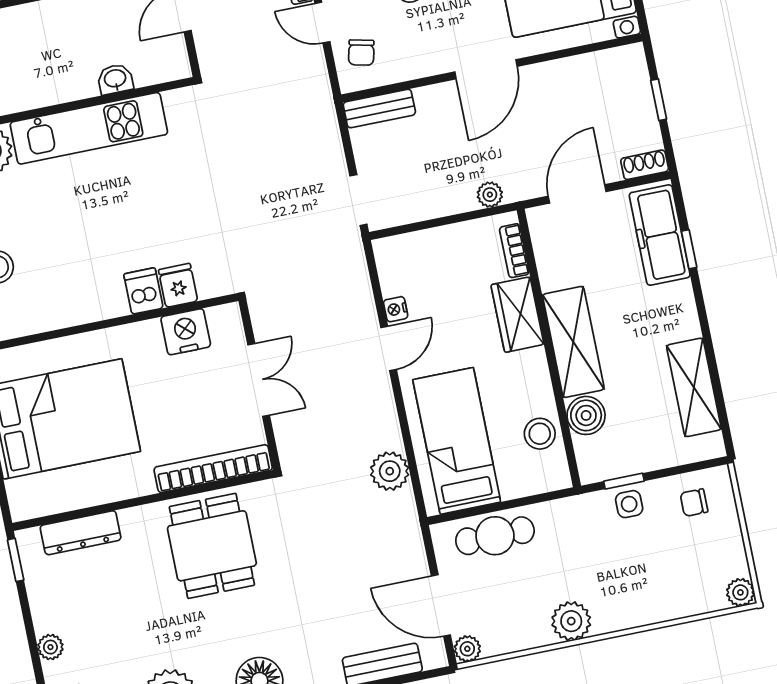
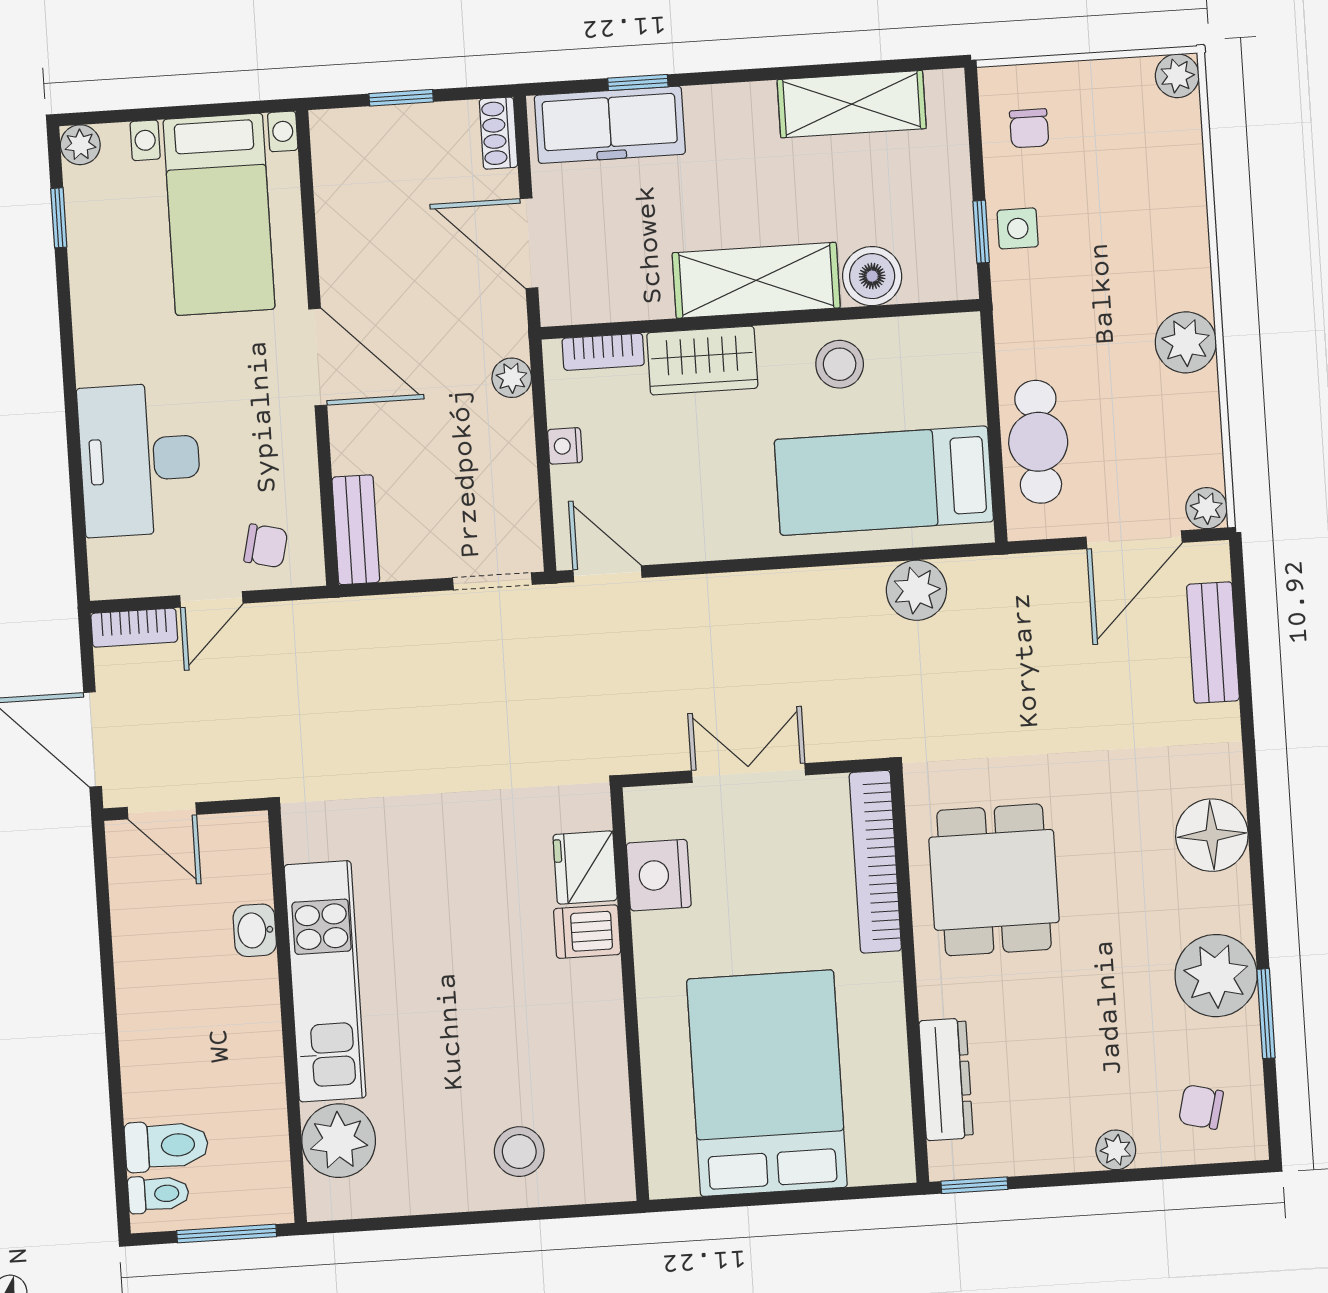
fridge: (178, 285) -> (585, 867), width x1.38
nightstand: (396, 309) -> (565, 446), moved, turned 90
door: (389, 349) -> (607, 574), moved
stool: (540, 434) -> (840, 364), moved
dining table: (212, 546) -> (994, 880), turned 90

